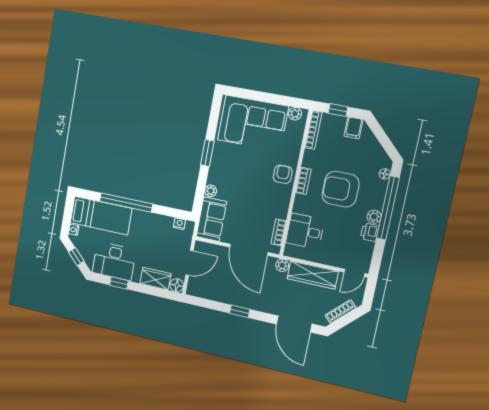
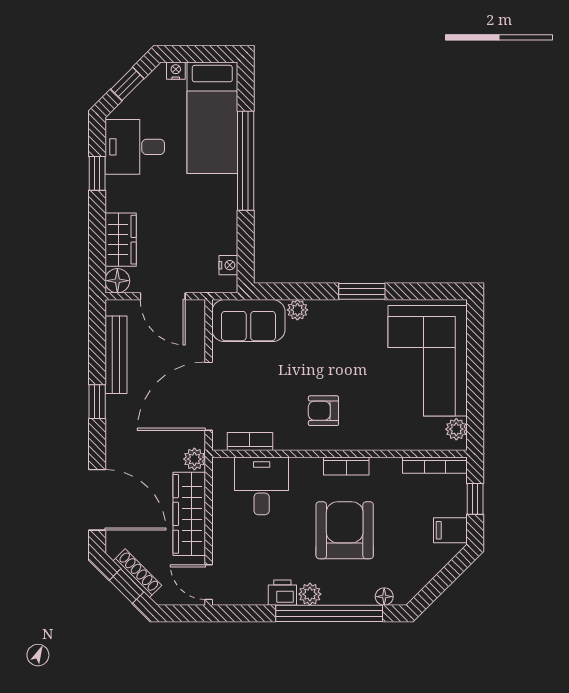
armchair: (283, 174) -> (323, 411), moved, turned 180
desk: (114, 261) -> (135, 147), width x0.73
bench: (216, 295) -> (116, 355), added
window: (347, 319) -> (126, 586), added
door: (294, 324) -> (97, 500), swing flipped

